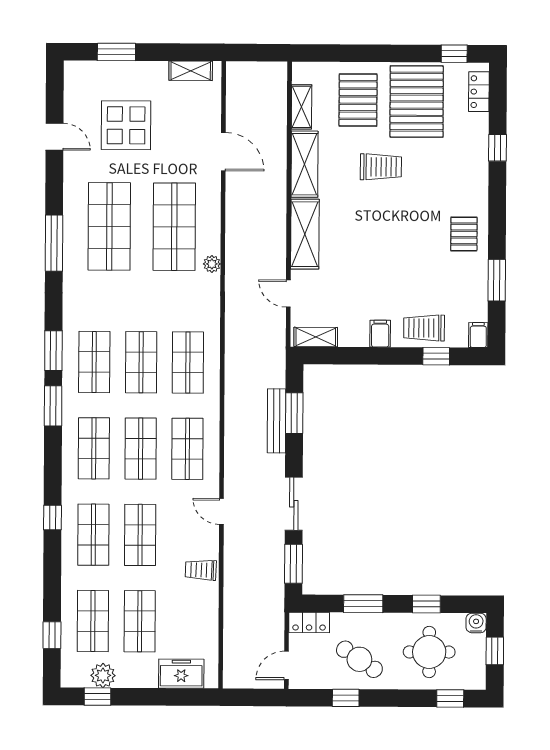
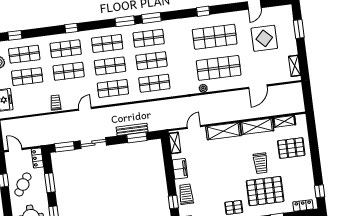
pallet: (417, 102) -> (265, 191), moved
window: (54, 243) -> (203, 11), width x0.46
filing cabinet: (380, 334) -> (180, 169), width x2.00

